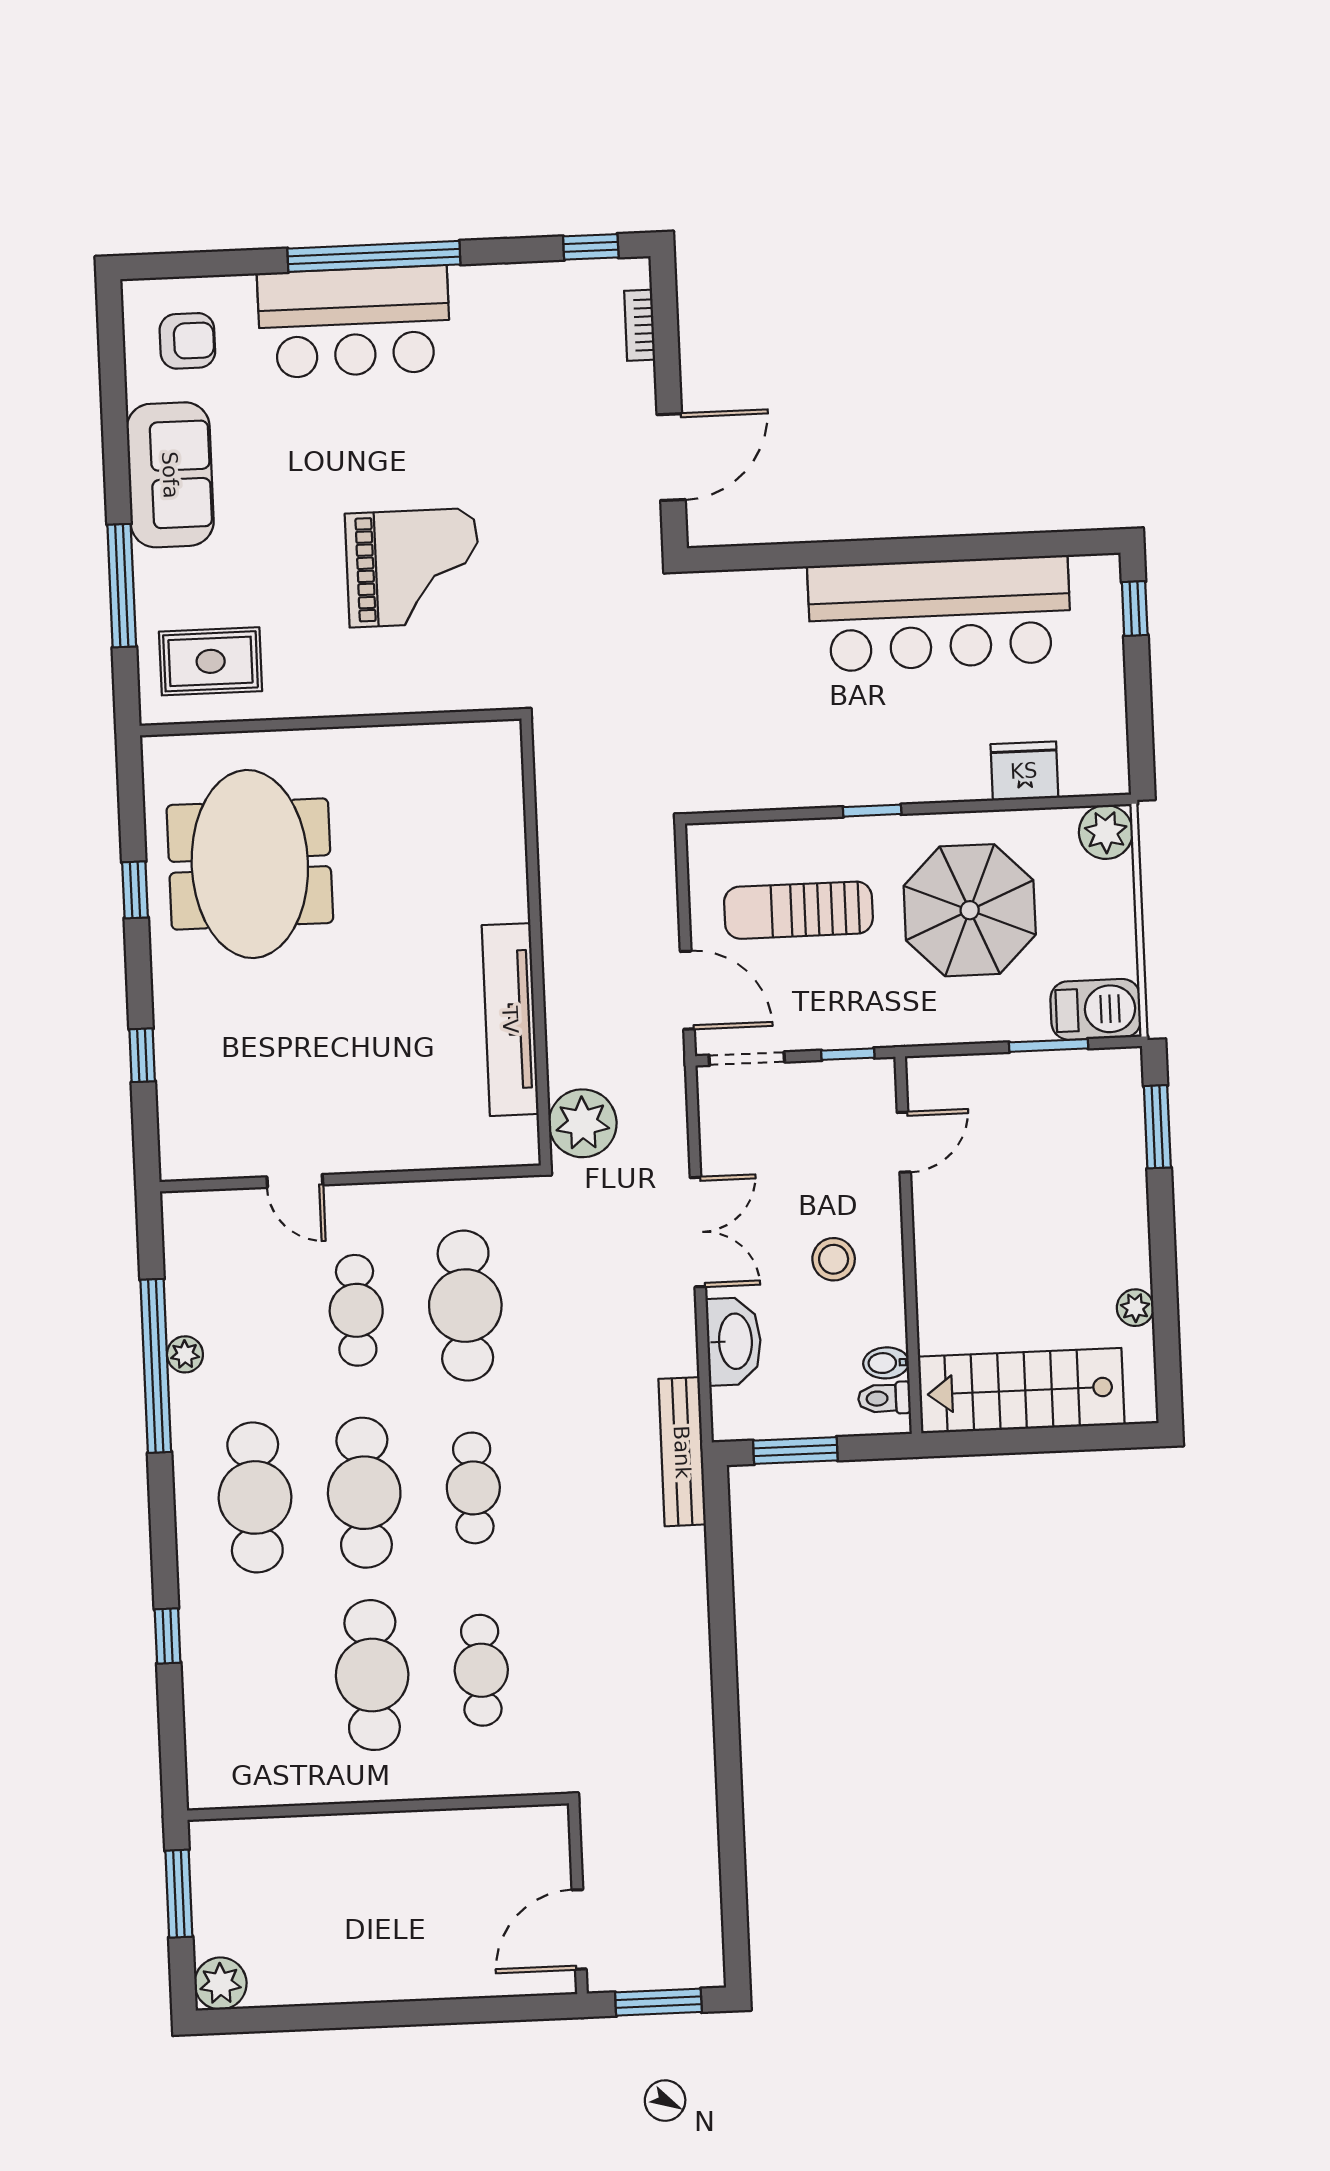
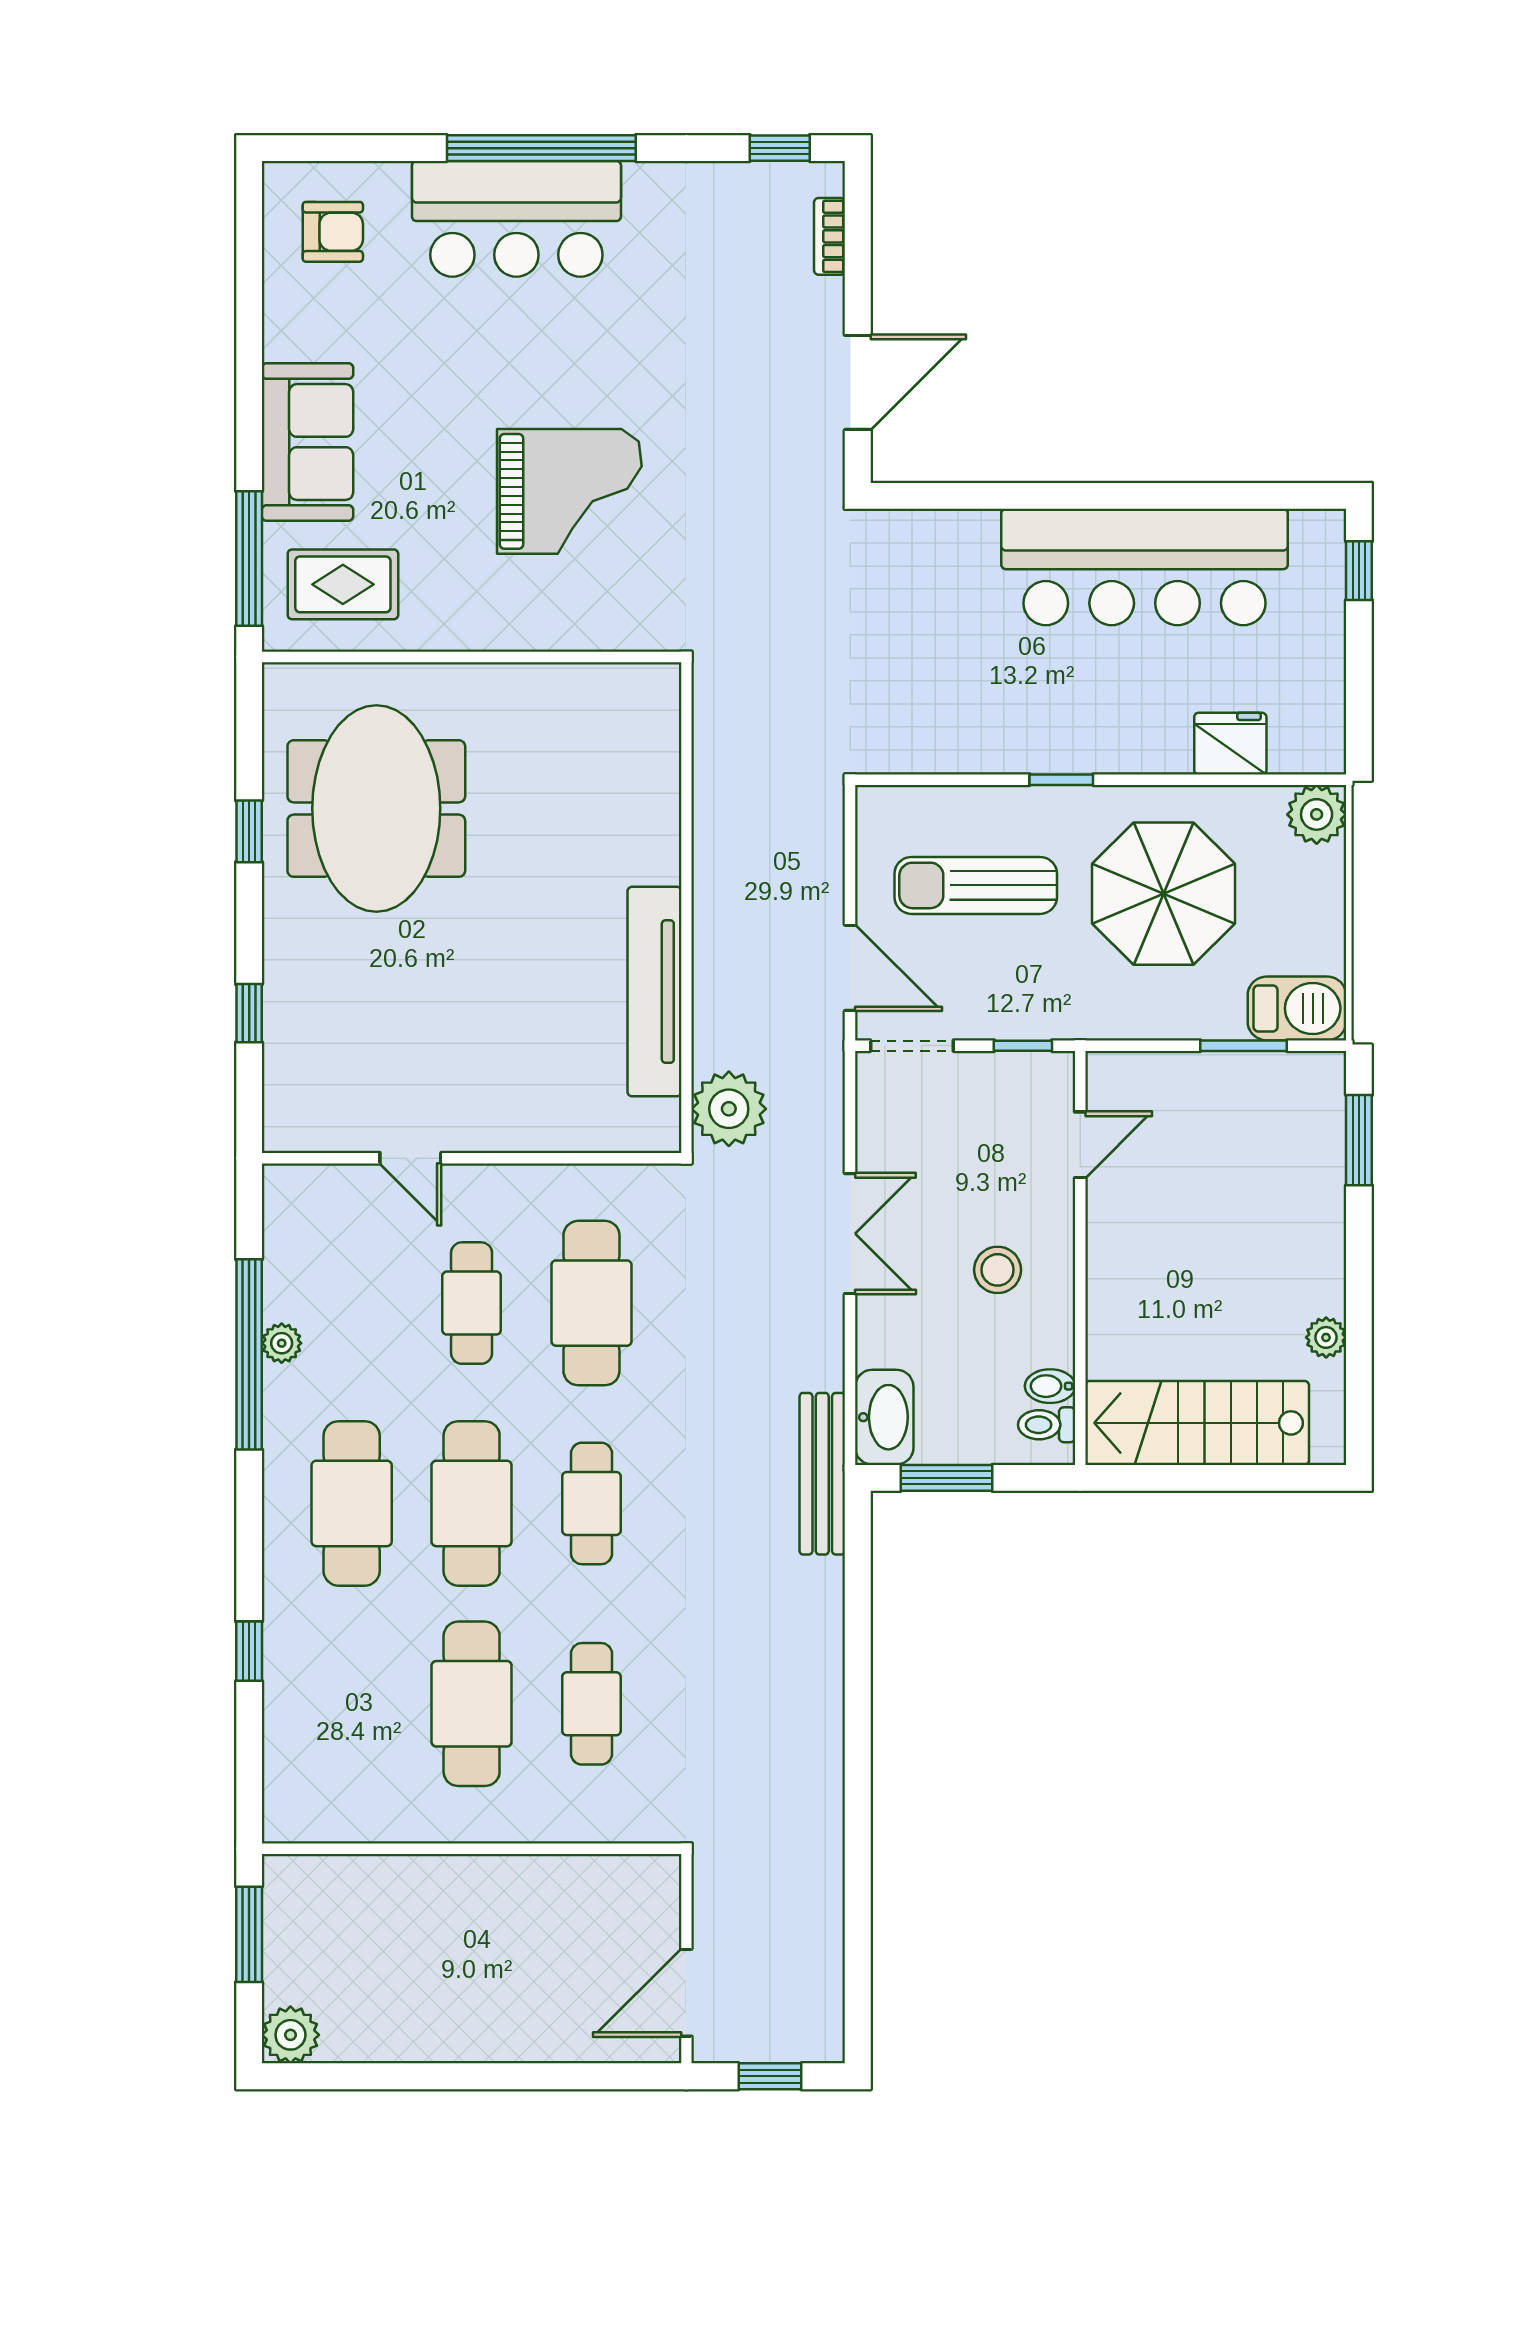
sofa: (170, 475) -> (307, 442), moved
window: (122, 586) -> (249, 559), moved
washbasin: (734, 1341) -> (884, 1417), moved
window: (658, 2002) -> (770, 2076), width x0.67

